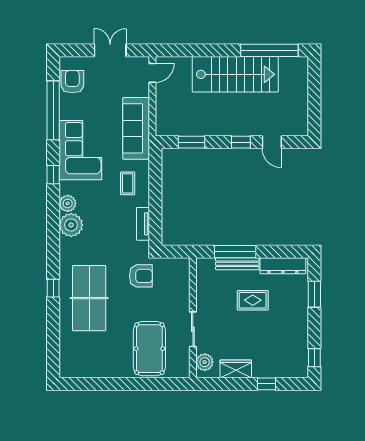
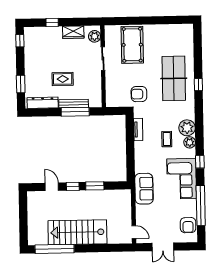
door: (152, 73) -> (134, 232), swing flipped
sofa: (136, 128) -> (144, 189), width x0.73
window: (192, 142) -> (95, 186), moved
coffee table: (128, 183) -> (167, 139), moved

